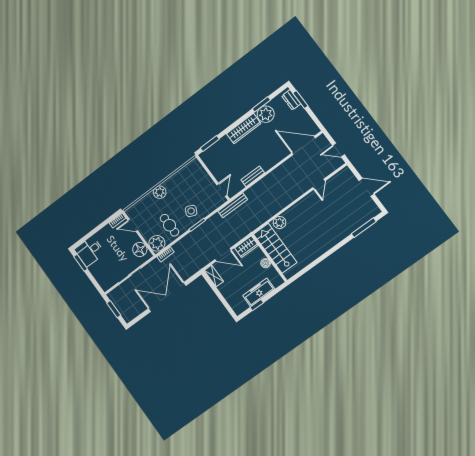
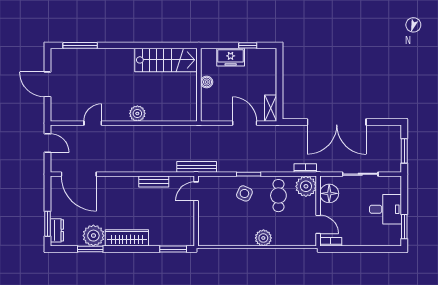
plant: (279, 222) -> (137, 113), moved
wardrobe: (246, 247) -> (214, 114), removed
stairs: (275, 248) -> (166, 60), moved, turned -90
desk: (90, 251) -> (386, 209), moved
freezer: (259, 292) -> (231, 57), width x0.71

